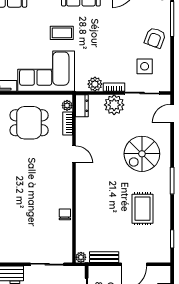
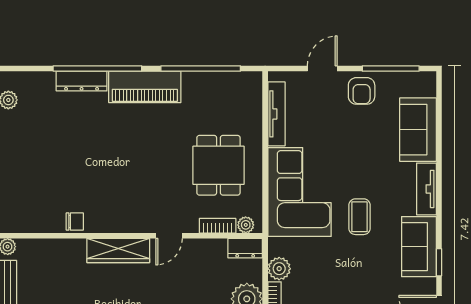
wardrobe: (83, 187) -> (118, 250), added

